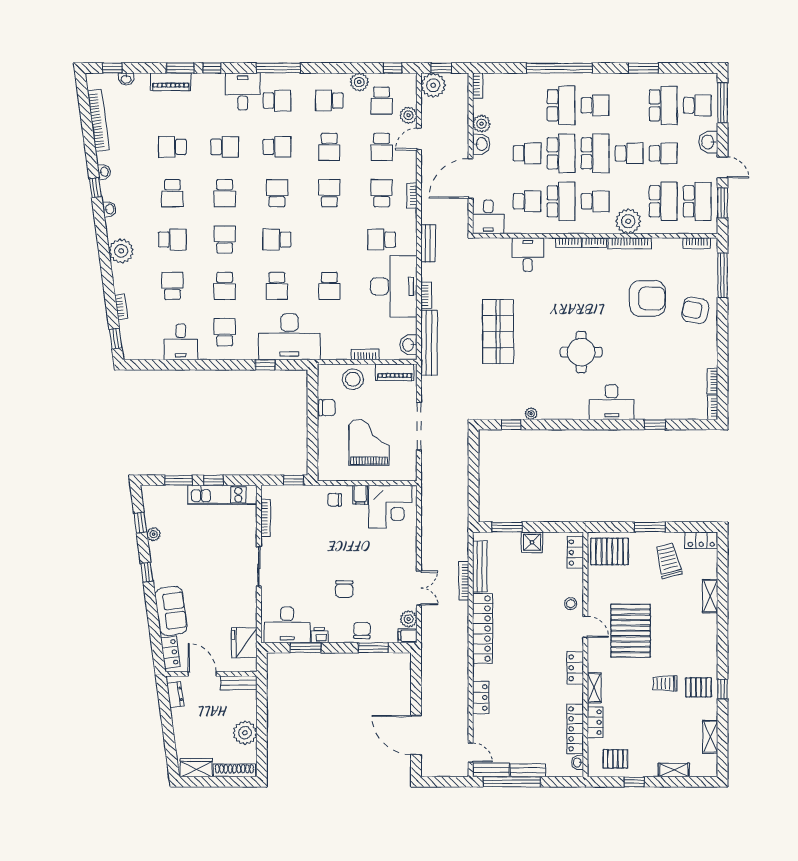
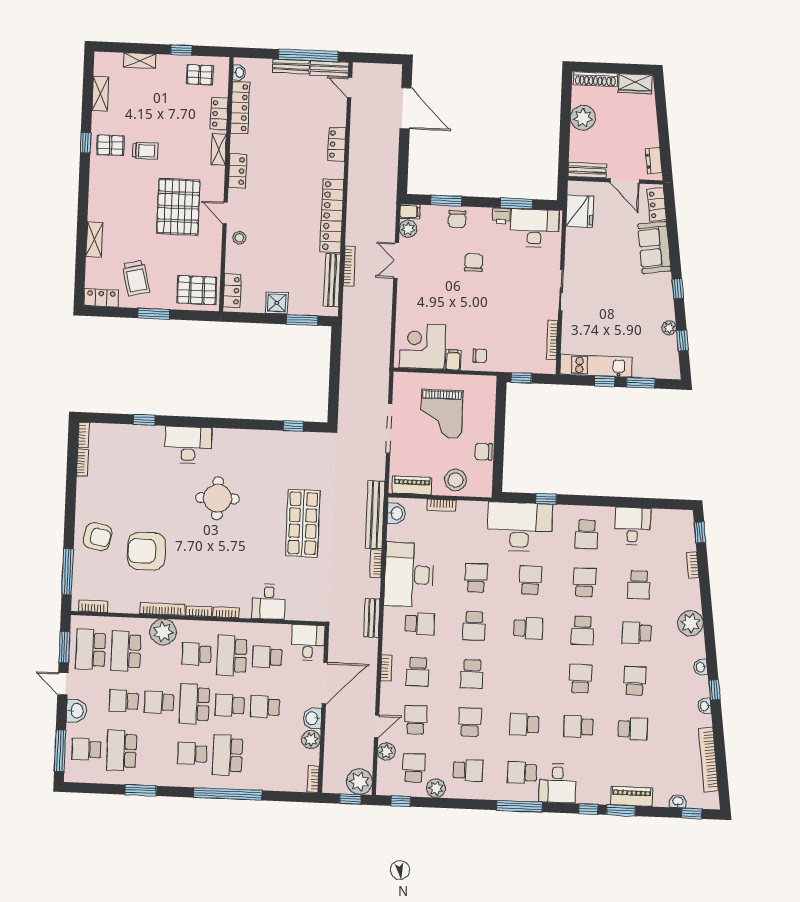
school desk: (561, 153) -> (230, 705), width x0.54
school desk: (277, 193) -> (474, 626), moved
plant: (531, 414) -> (272, 436), removed

